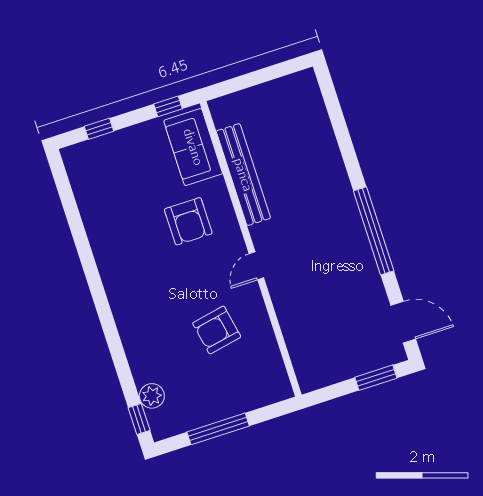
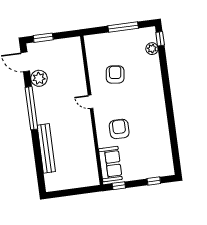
bench: (243, 175) -> (46, 148), moved
door: (256, 266) -> (91, 102), swing flipped
plant: (369, 294) -> (39, 78), added
armchair: (217, 330) -> (115, 74), turned -72

